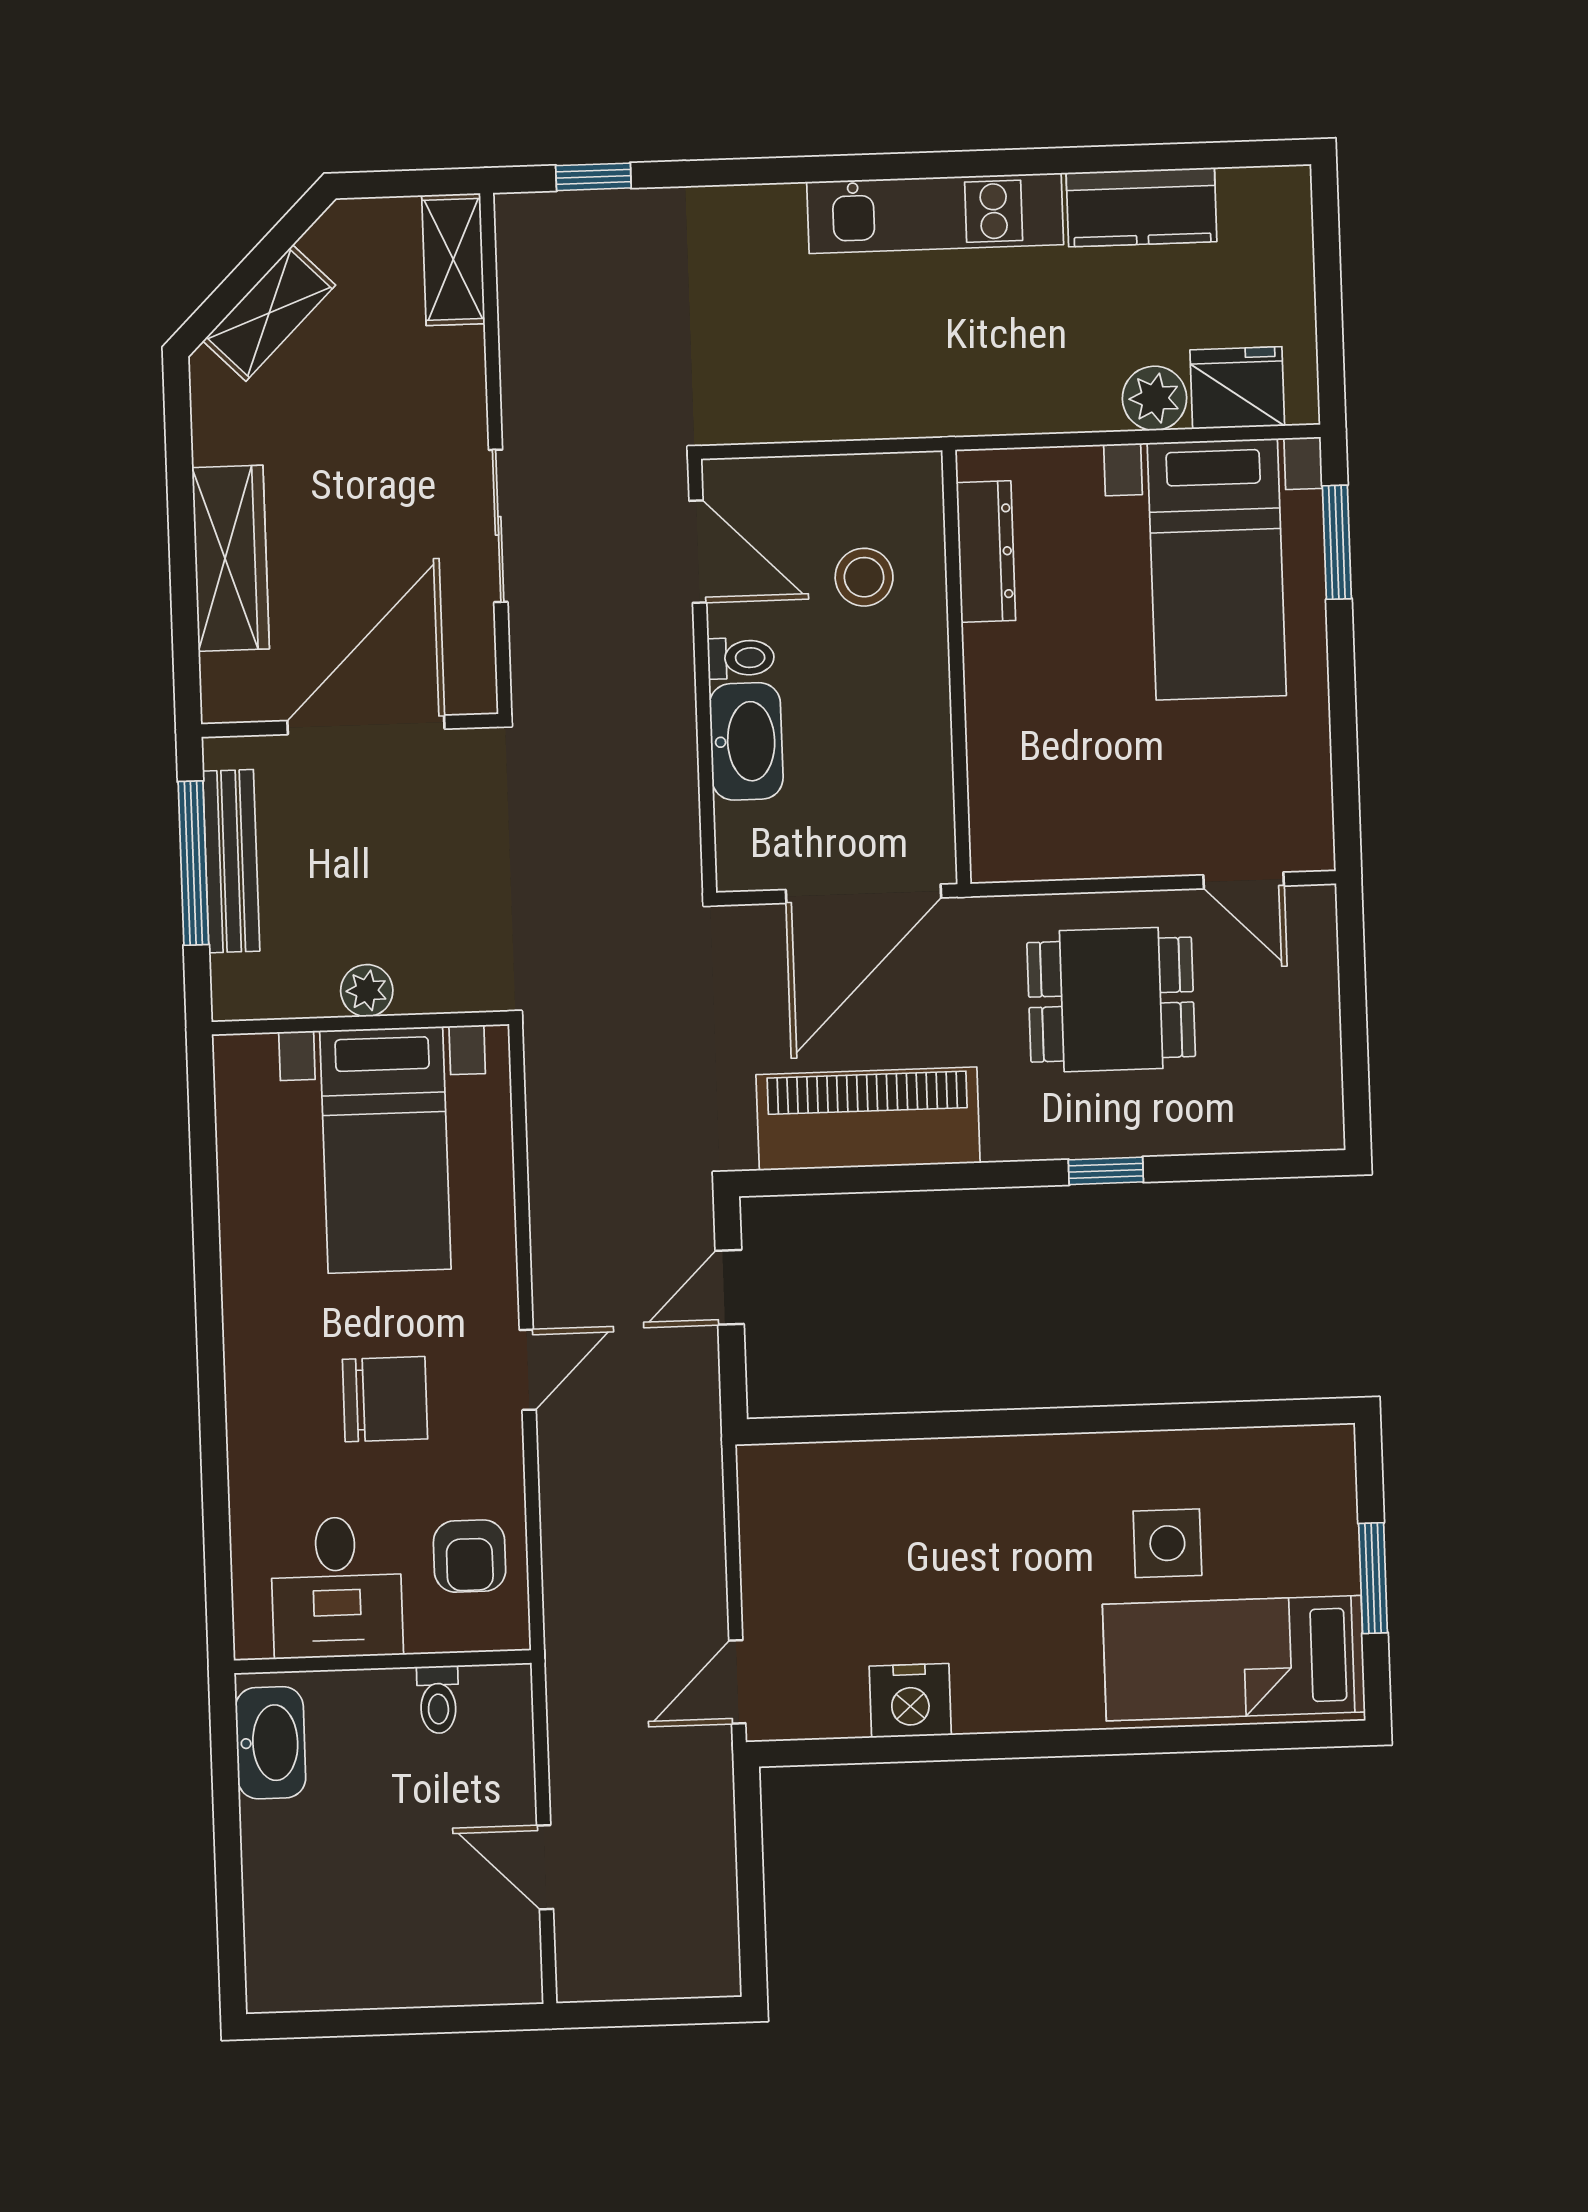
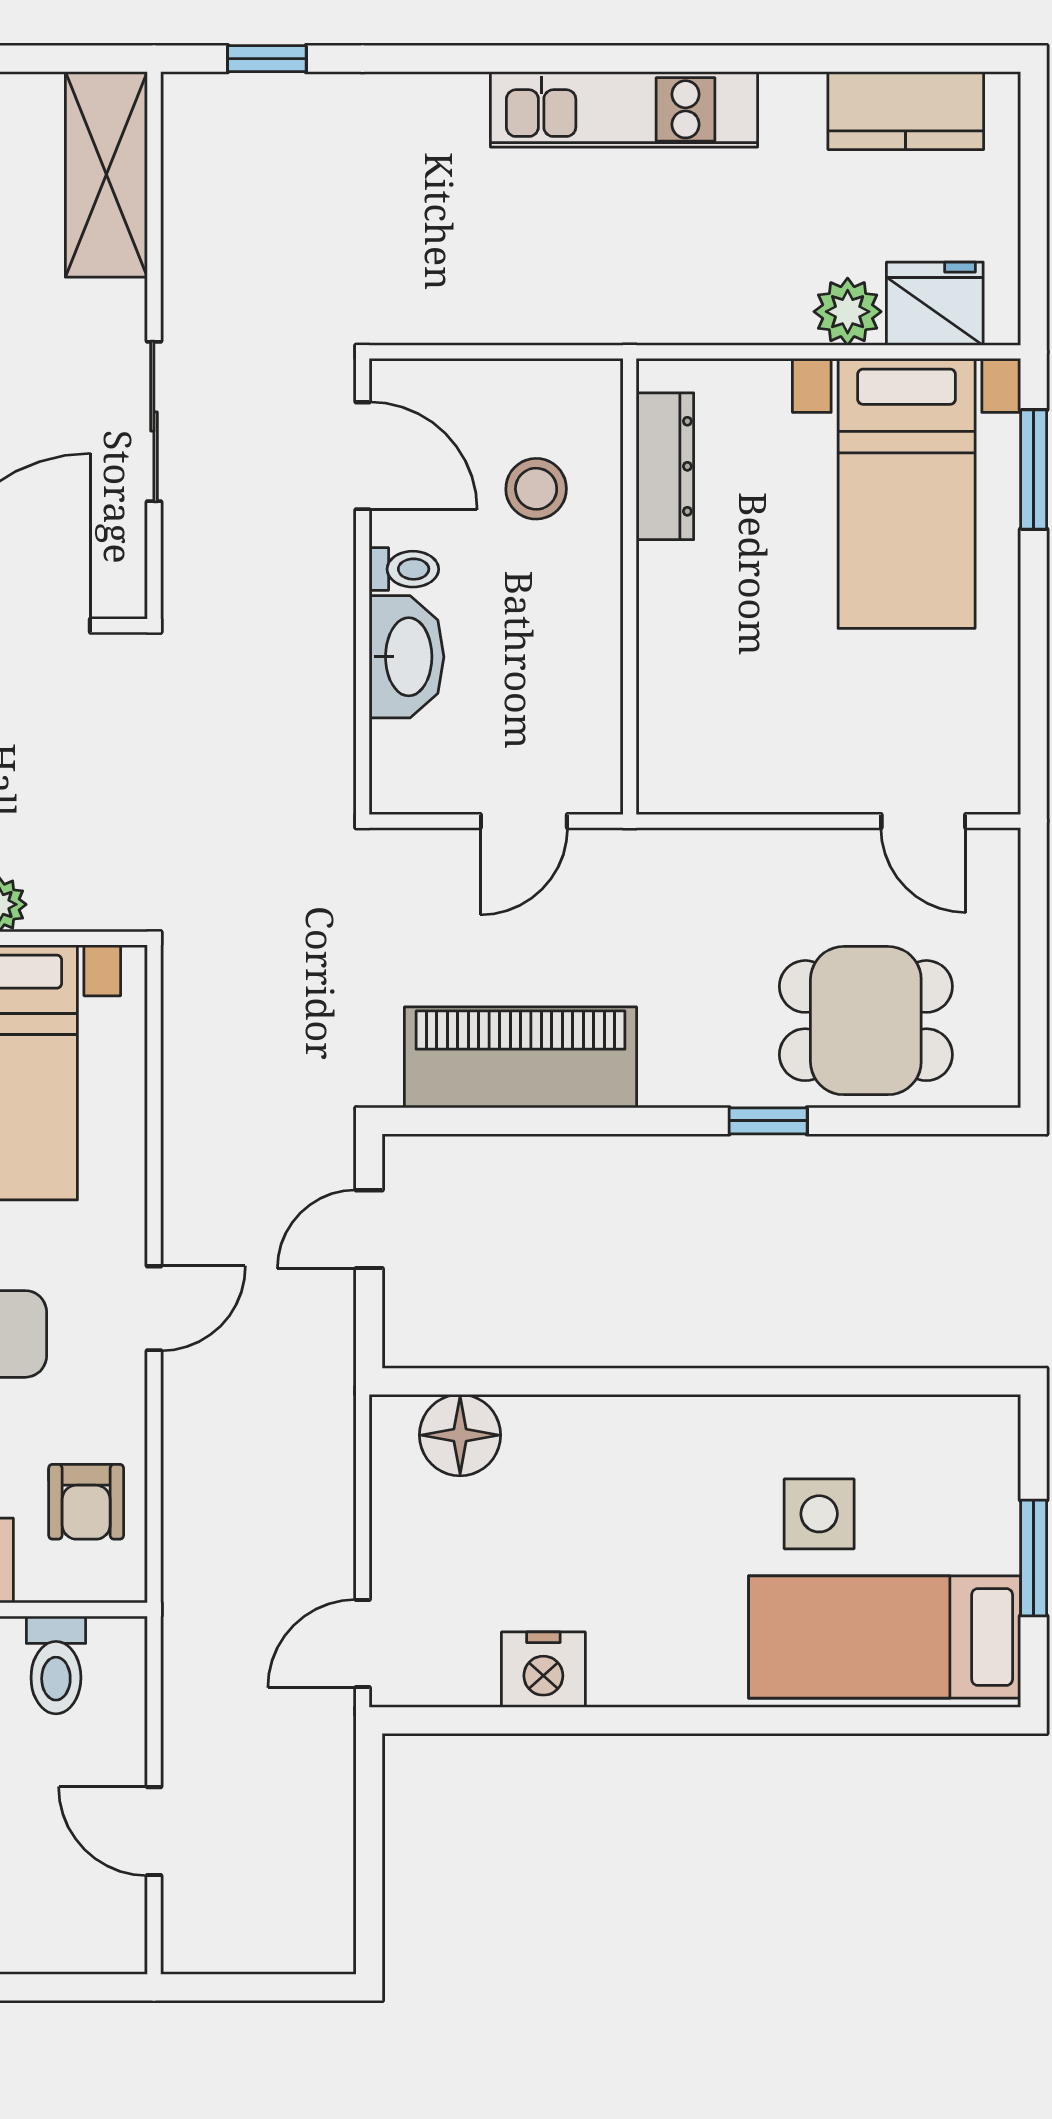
kitchen counter: (1141, 207) -> (906, 111), moved
shelving: (453, 259) -> (106, 174), width x1.50, depth x1.33
door: (863, 894) -> (524, 821), width x0.53
dining table: (1111, 1000) -> (866, 1021), moved
floor lamp: (823, 1480) -> (460, 1435), added
toilet: (438, 1700) -> (56, 1665), width x1.37, depth x1.39

